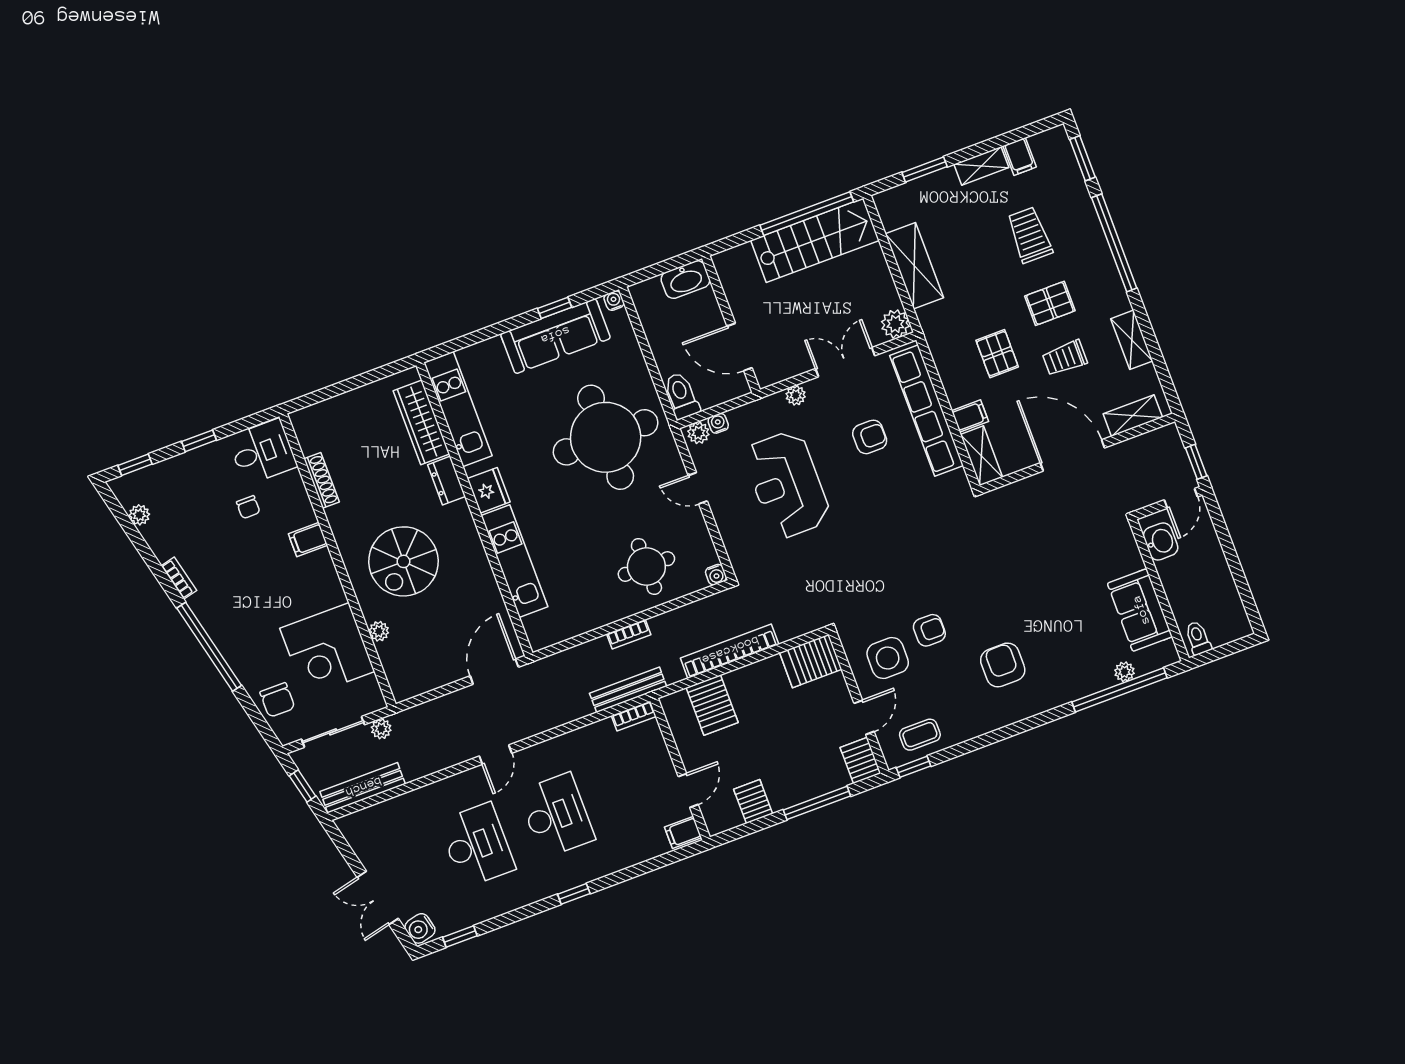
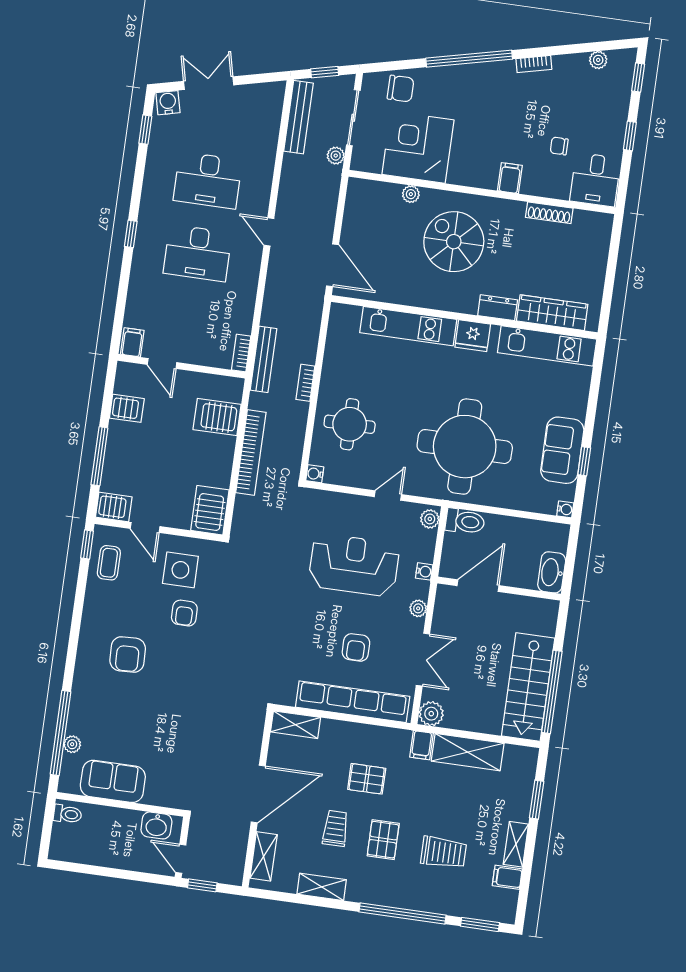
sofa: (555, 336) -> (562, 450), width x0.73
filing cabinet: (970, 416) -> (421, 745), moved
water cooler: (718, 423) -> (424, 571), moved
armchair: (1003, 665) -> (128, 655), turned 88
chair: (277, 700) -> (400, 89), turned 180

